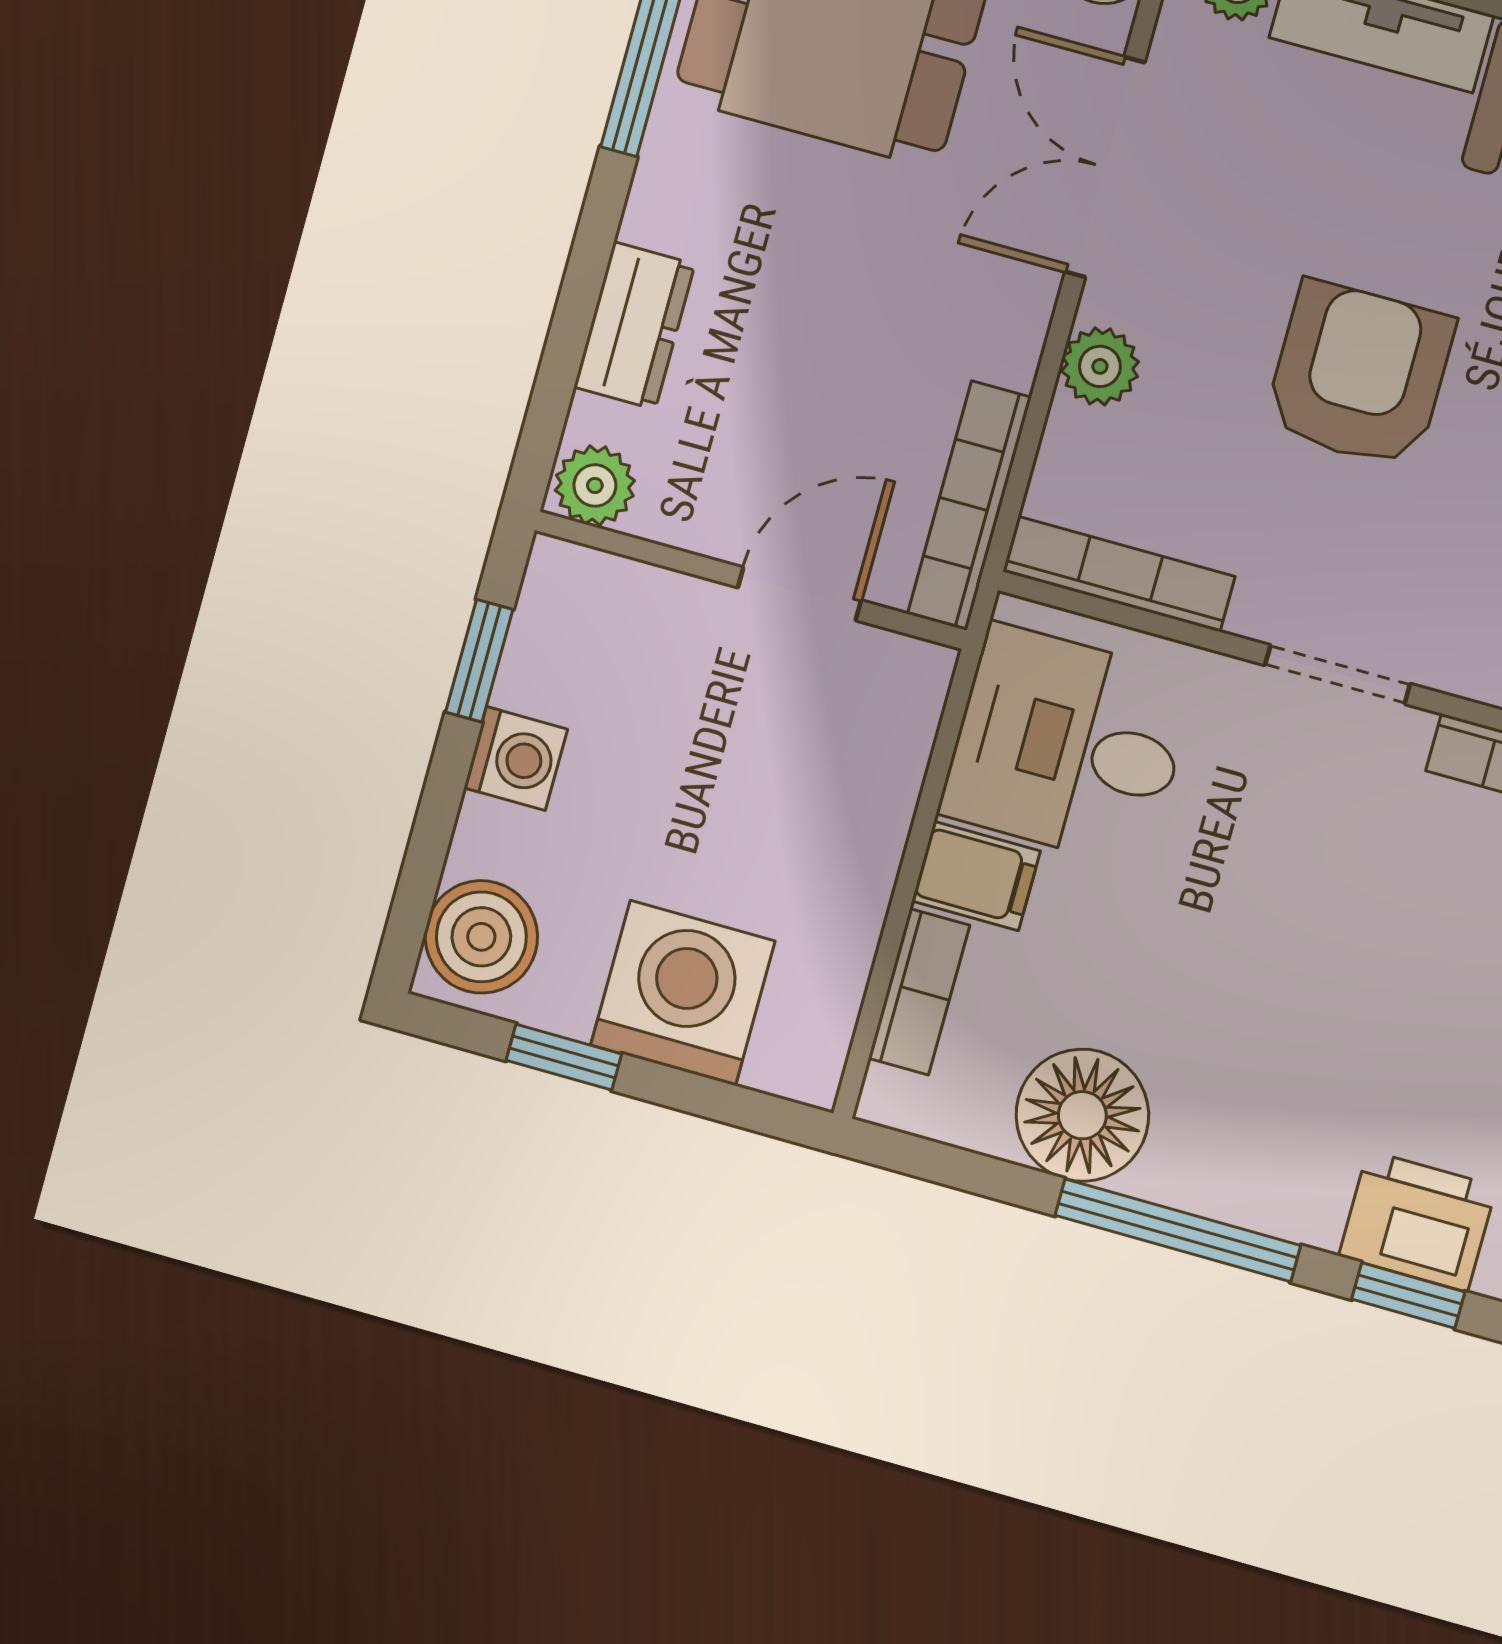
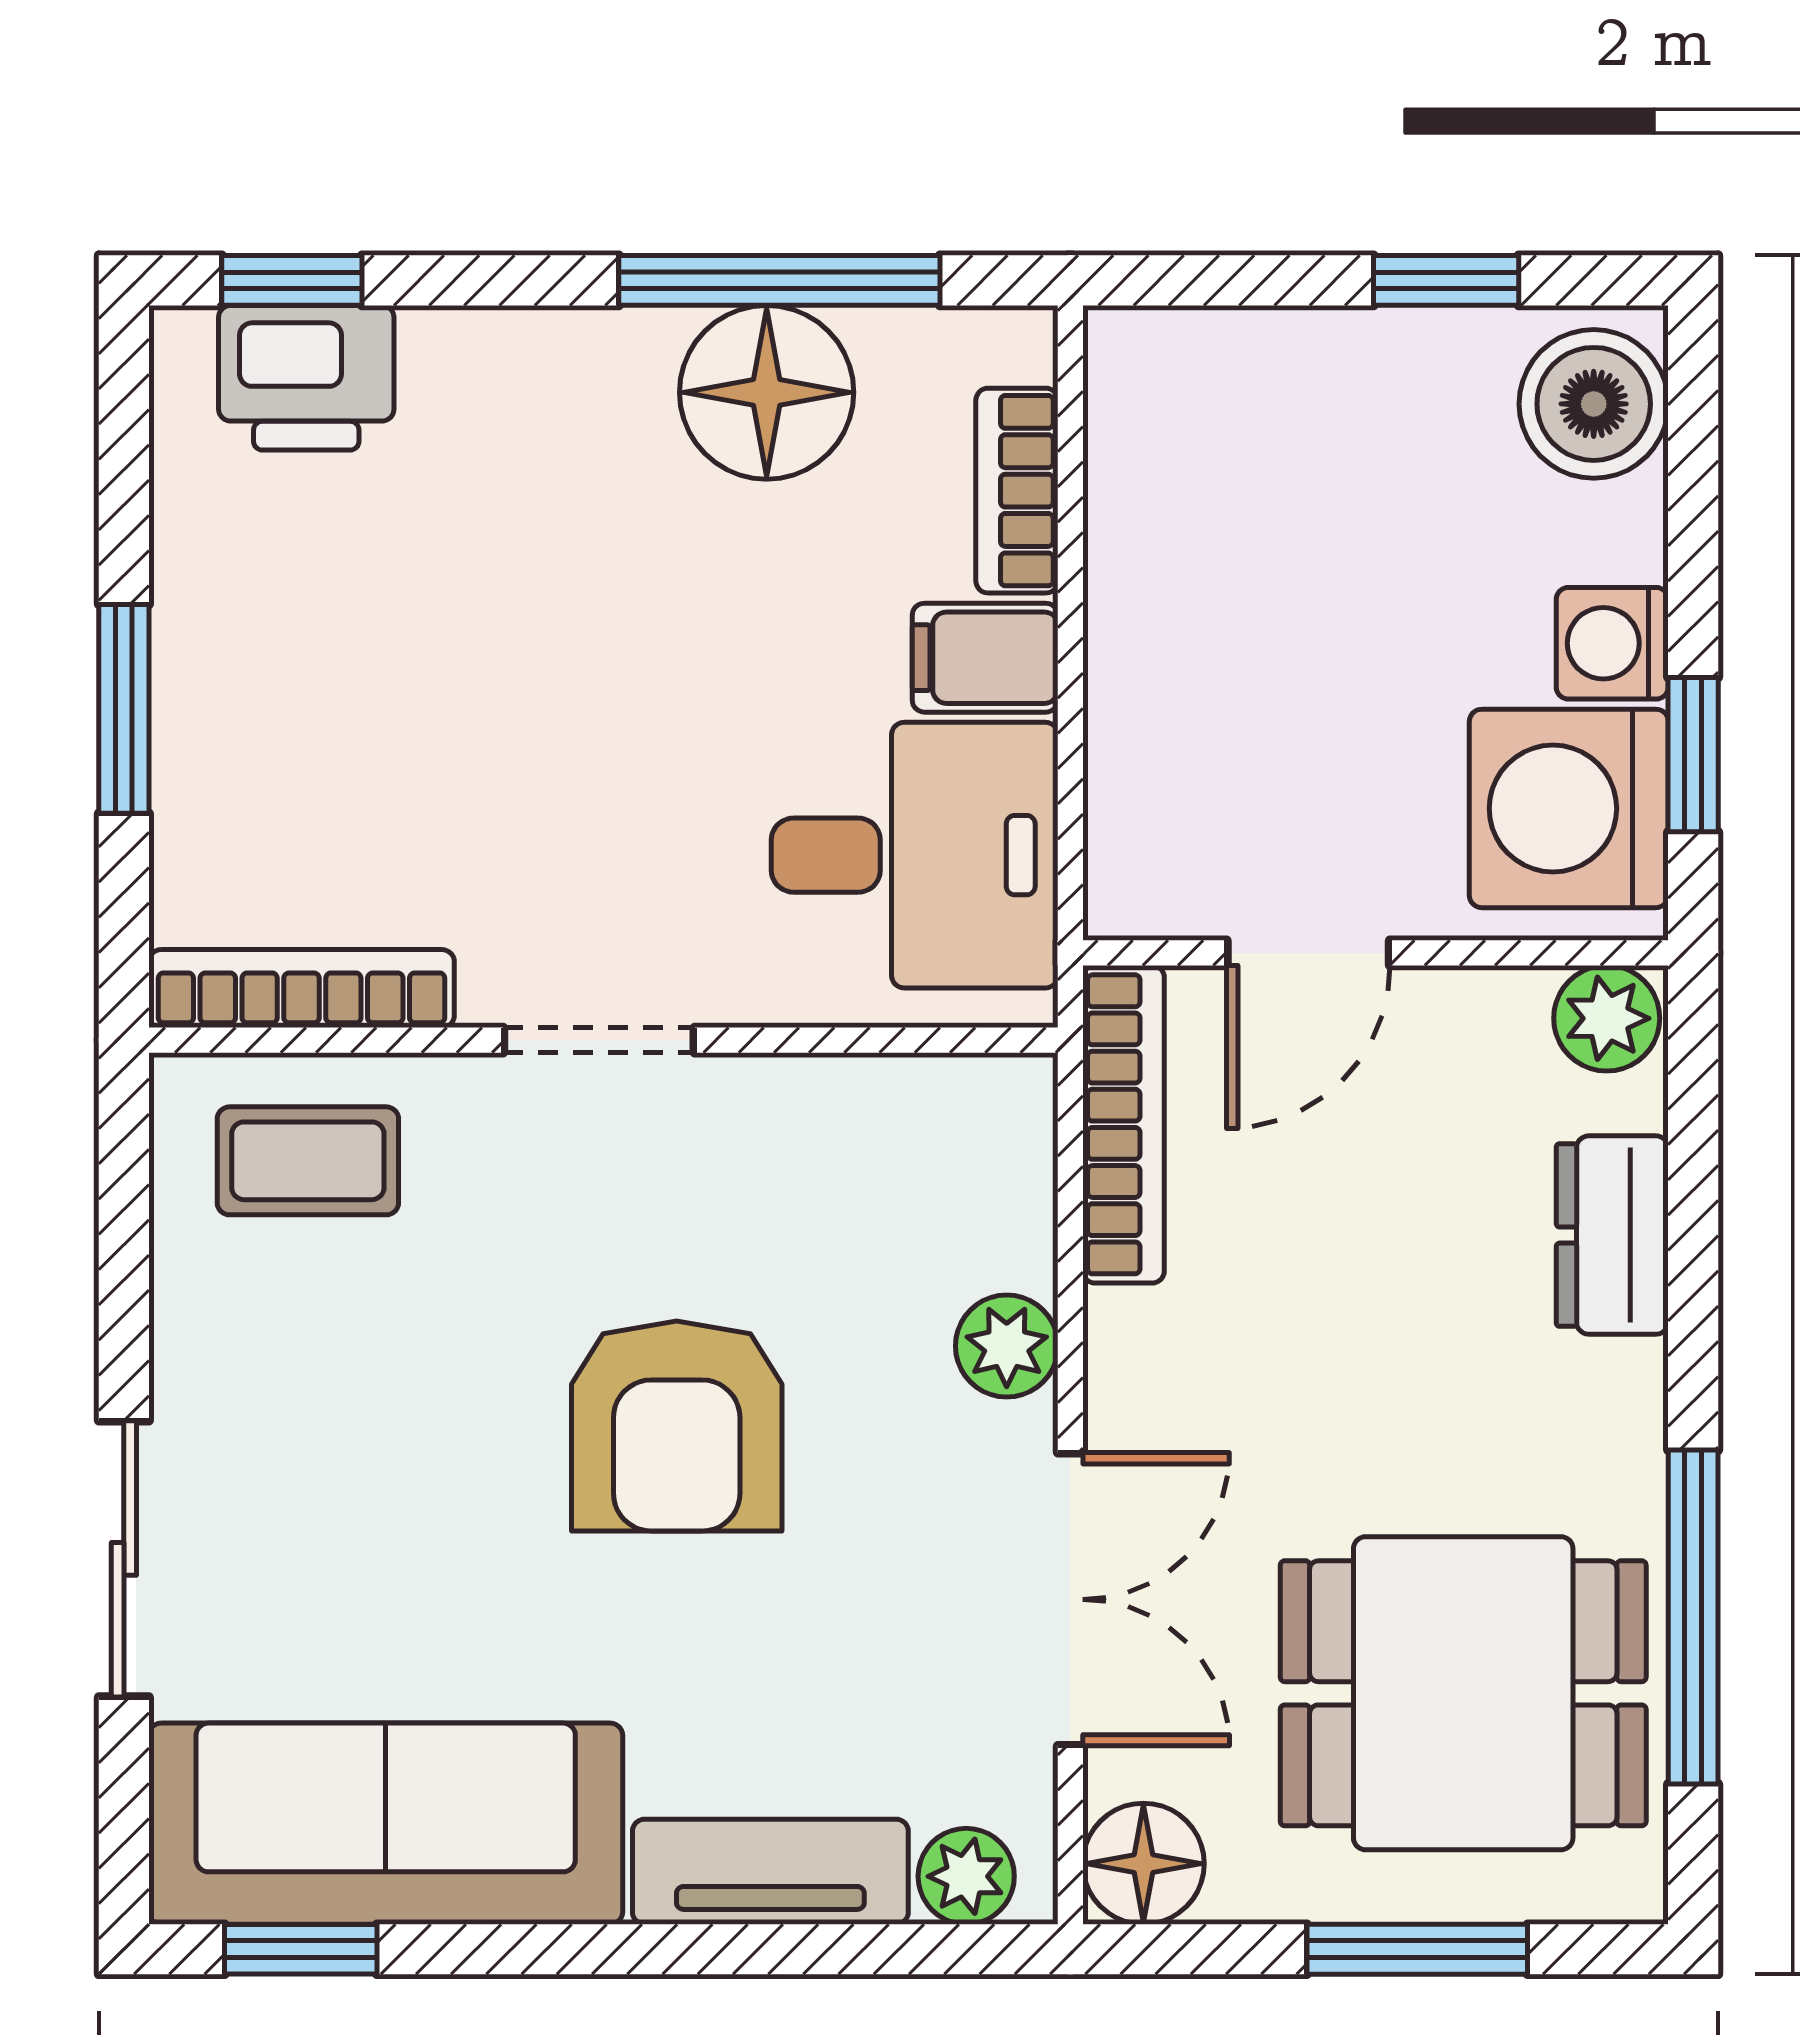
bookcase: (1119, 574) -> (910, 1090), removed
washing machine: (683, 993) -> (1569, 808), moved, turned 90
window: (1178, 1230) -> (779, 280), moved

